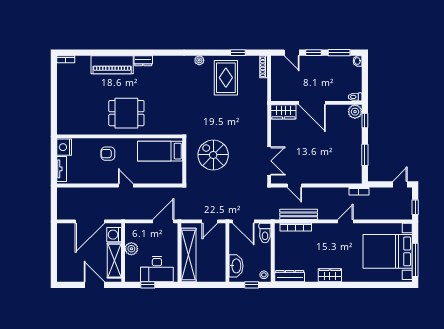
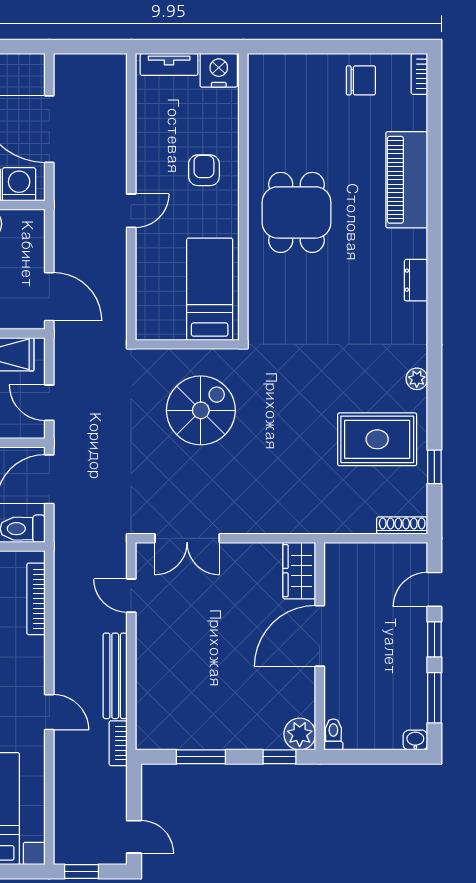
dresser: (143, 61) -> (416, 280), moved
chair: (69, 85) -> (361, 80), added
door: (294, 185) -> (131, 596), hinge flipped
bench: (299, 214) -> (115, 676), moved

